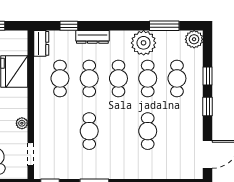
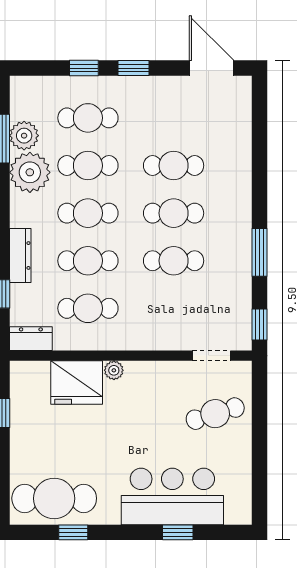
plant: (194, 39) -> (24, 136), moved
plant: (22, 123) -> (114, 370), moved
cafe table: (118, 131) -> (174, 213), added

